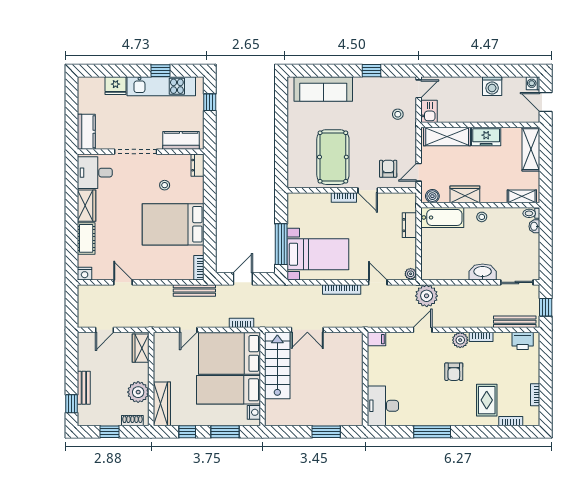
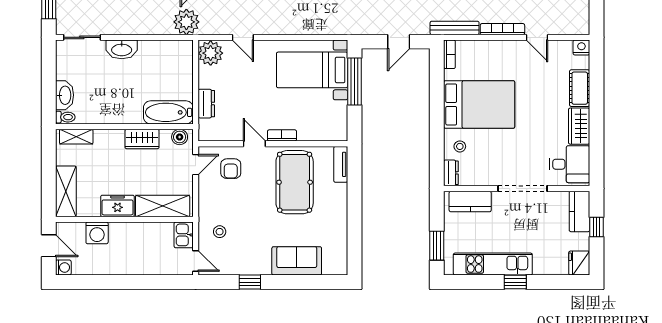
window: (160, 71) -> (515, 282), moved
fridge: (116, 86) -> (579, 263), moved, turned -90
washing machine: (492, 86) -> (97, 233), moved, turned 180
sofa: (323, 89) -> (297, 261), width x0.73
door: (419, 89) -> (196, 261), swing flipped
window: (210, 102) -> (437, 246), width x1.50
window: (72, 118) -> (597, 227), added
tv unit: (293, 172) -> (341, 164), added
stool: (165, 185) -> (460, 146), moved
stool: (482, 217) -> (123, 113), removed
washbasin: (534, 226) -> (65, 95), width x1.91, depth x1.45
plant: (411, 274) -> (211, 53), width x1.87, depth x1.87
bookcase: (342, 290) -> (502, 29), moved

